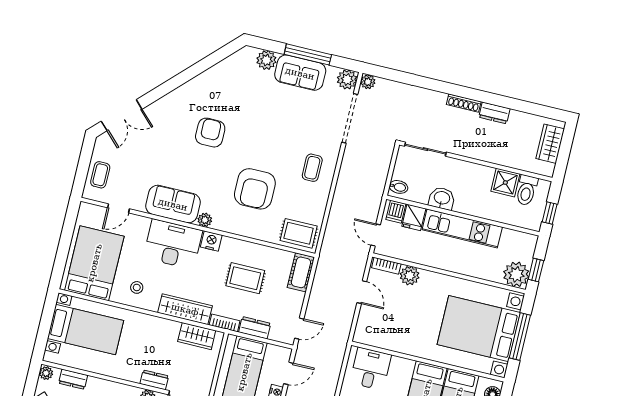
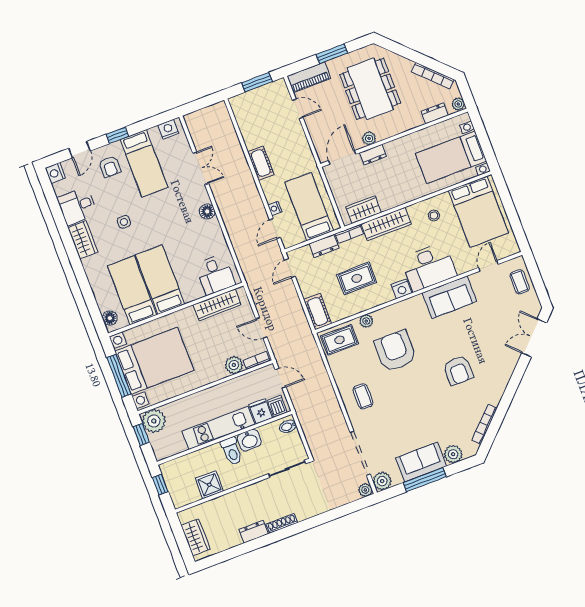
bookcase: (220, 68) -> (485, 424), added
toilet: (527, 190) -> (232, 451), moved, turned 180
plant: (205, 220) -> (366, 321), moved
wardrobe: (388, 340) -> (217, 305), added

